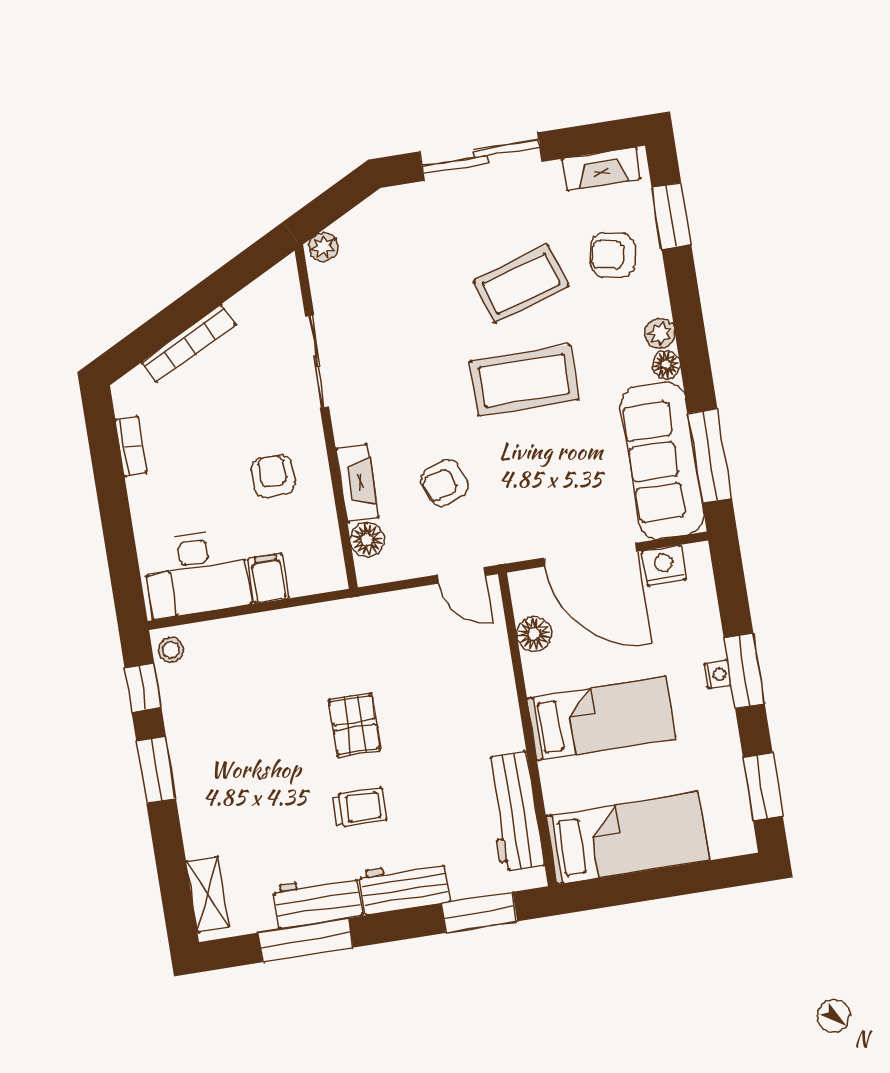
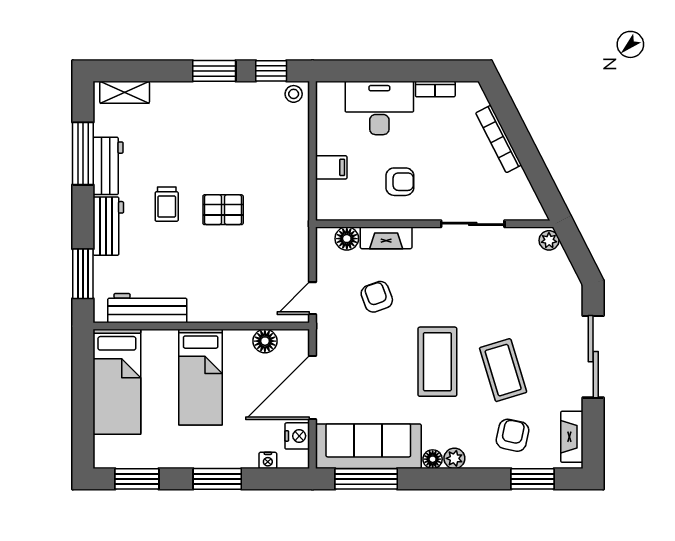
desk: (197, 574) -> (379, 108), moved, turned 90
nightstand: (718, 674) -> (268, 460), moved

